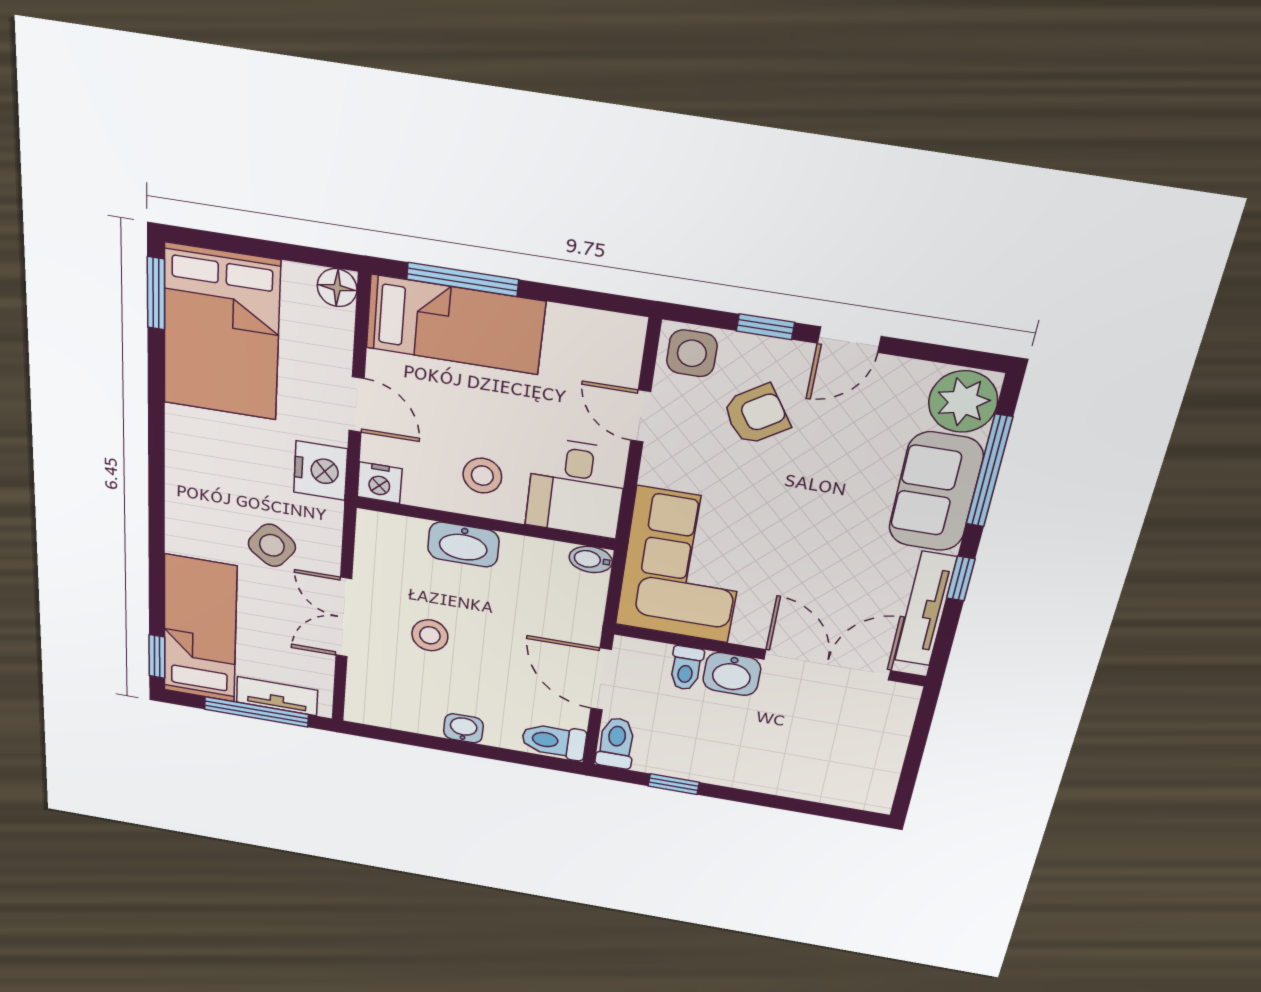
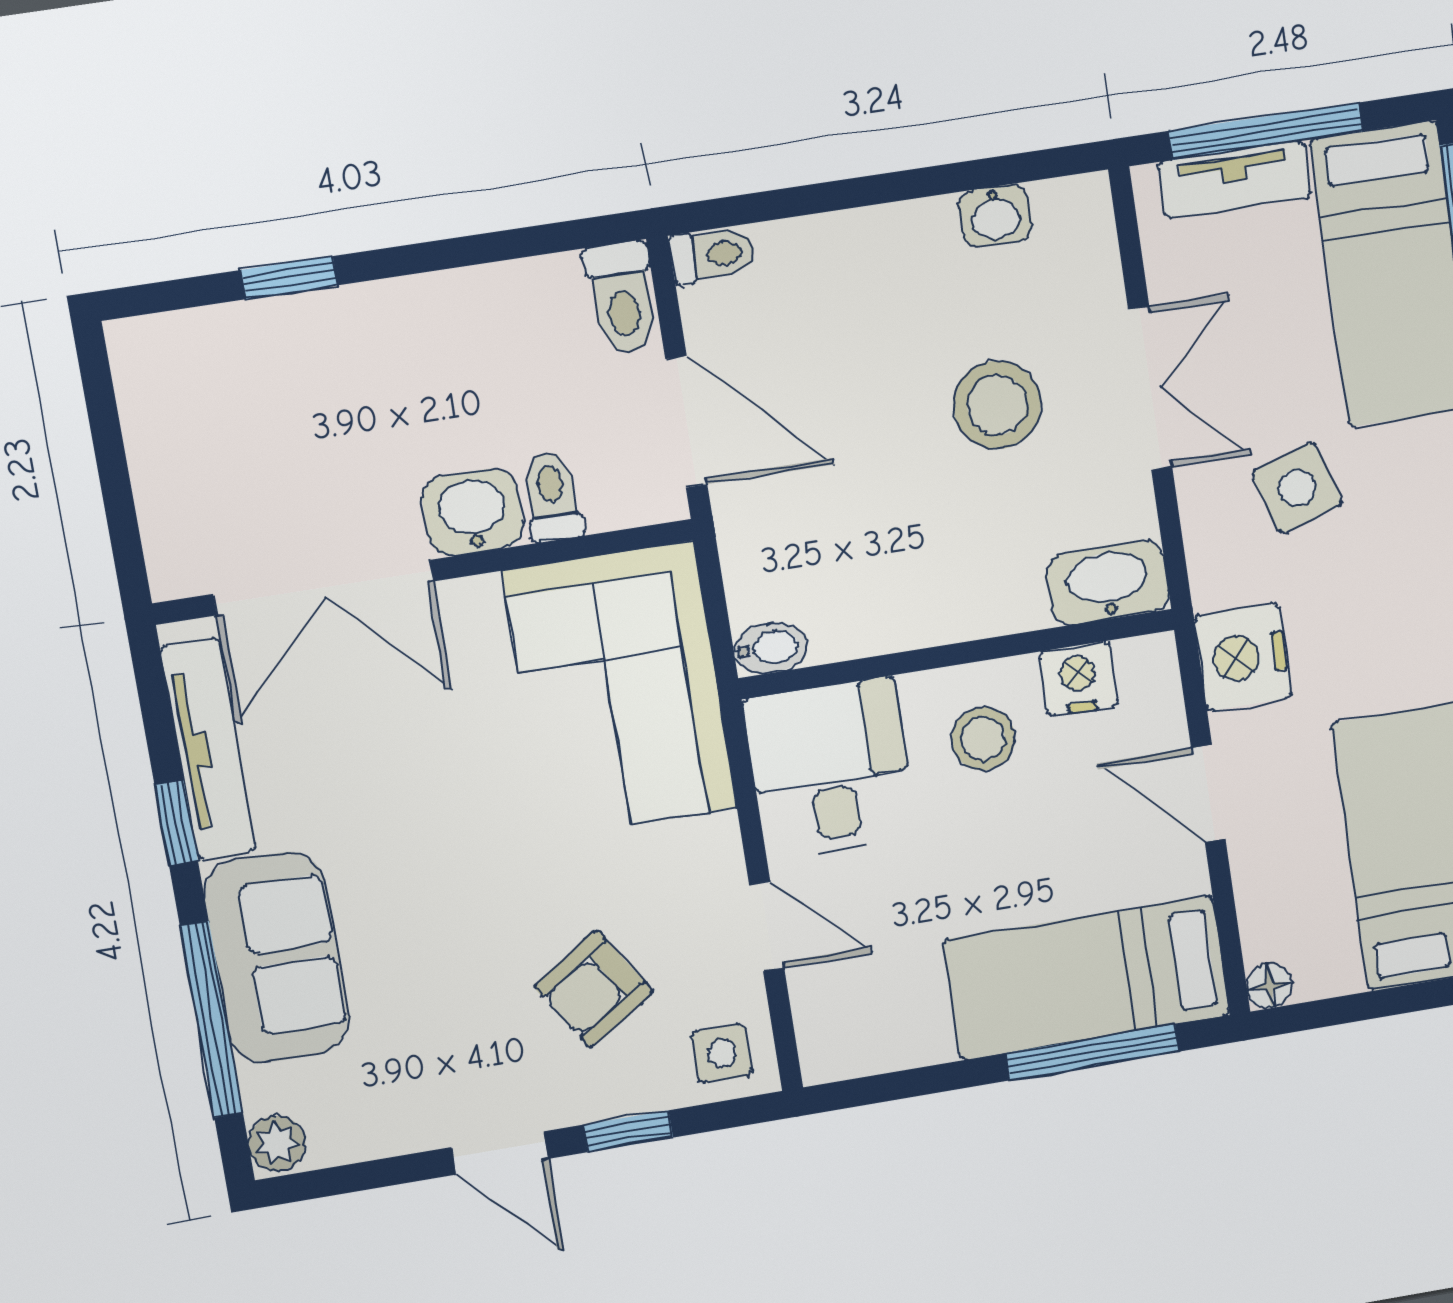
floor lamp: (337, 288) -> (1269, 986), width x0.73, depth x0.73
door: (849, 340) -> (500, 1153), swing flipped
side table: (692, 353) -> (722, 1053), width x0.73, depth x0.73
plant: (963, 402) -> (277, 1143), width x0.53, depth x0.53
nightstand: (380, 483) -> (1078, 679), moved
side table: (272, 545) -> (1297, 488), turned 35
washbasin: (463, 545) -> (1108, 582), moved
stool: (430, 635) -> (997, 405), width x1.38, depth x1.38
washbasin: (463, 728) -> (995, 216), moved
toilet: (554, 741) -> (713, 255), width x0.73, depth x0.72
window: (674, 784) -> (289, 278), moved

